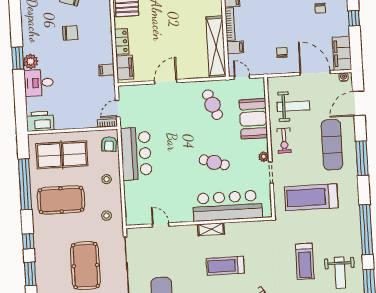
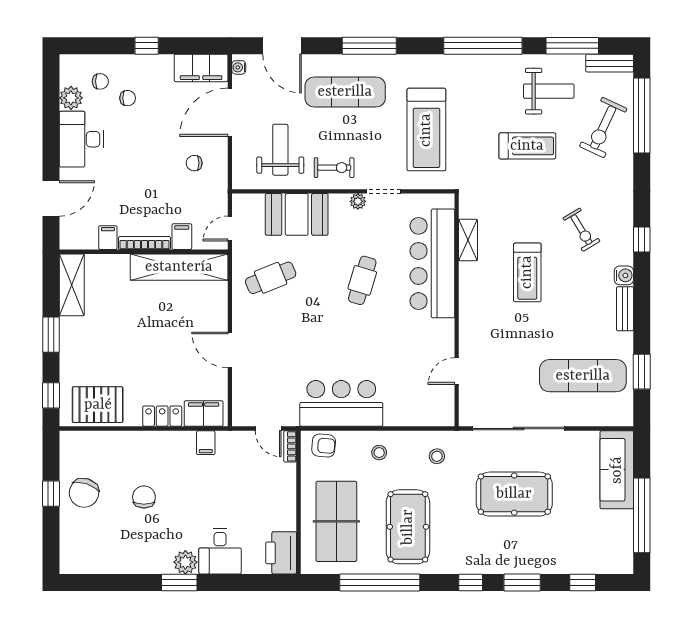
shelving: (211, 229) -> (468, 240), moved

